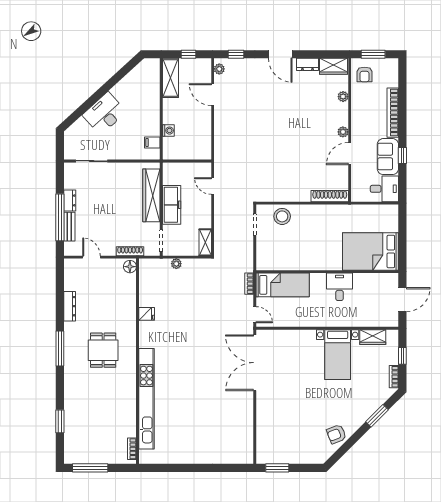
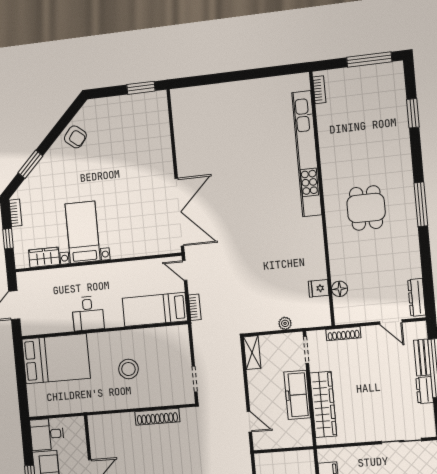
shoe rack: (330, 196) -> (157, 417), moved
stool: (282, 216) -> (128, 369), moved
floor lamp: (130, 267) -> (340, 289), moved
dresser: (70, 306) -> (417, 297), moved
fridge: (147, 314) -> (319, 288), moved
armchair: (336, 434) -> (75, 137), turned 60

